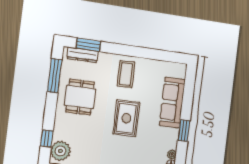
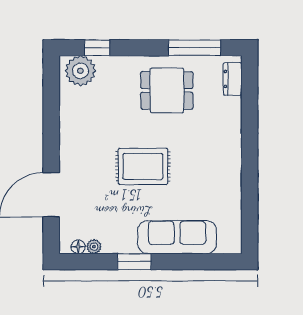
window: (89, 45) -> (250, 93), removed
dresser: (82, 55) -> (233, 79), width x0.70
coffee table: (126, 74) -> (212, 157), removed

